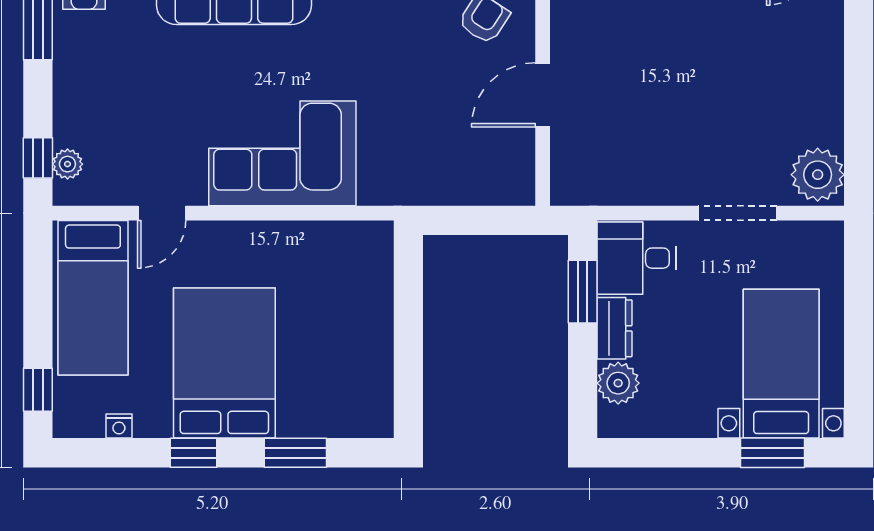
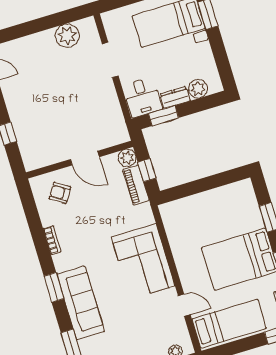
plant: (818, 175) -> (67, 36), moved
plant: (516, 186) -> (127, 158), added
piano: (451, 187) -> (136, 185), added
window: (476, 220) -> (147, 170), added

